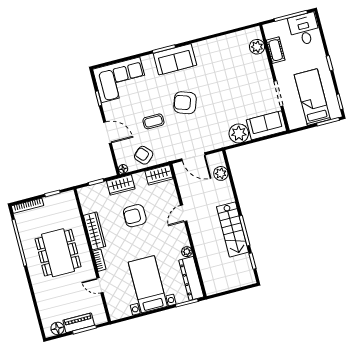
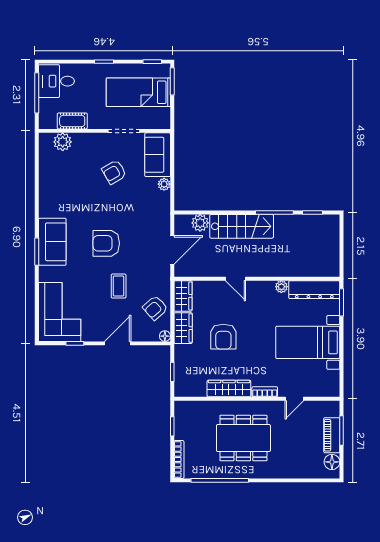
armchair: (244, 94) -> (114, 172), added
armchair: (185, 103) -> (106, 243), turned 71
plant: (239, 133) -> (164, 184), width x0.53, depth x0.53
wardrobe: (121, 185) -> (183, 328), moved
stairs: (233, 229) -> (242, 226), moved

